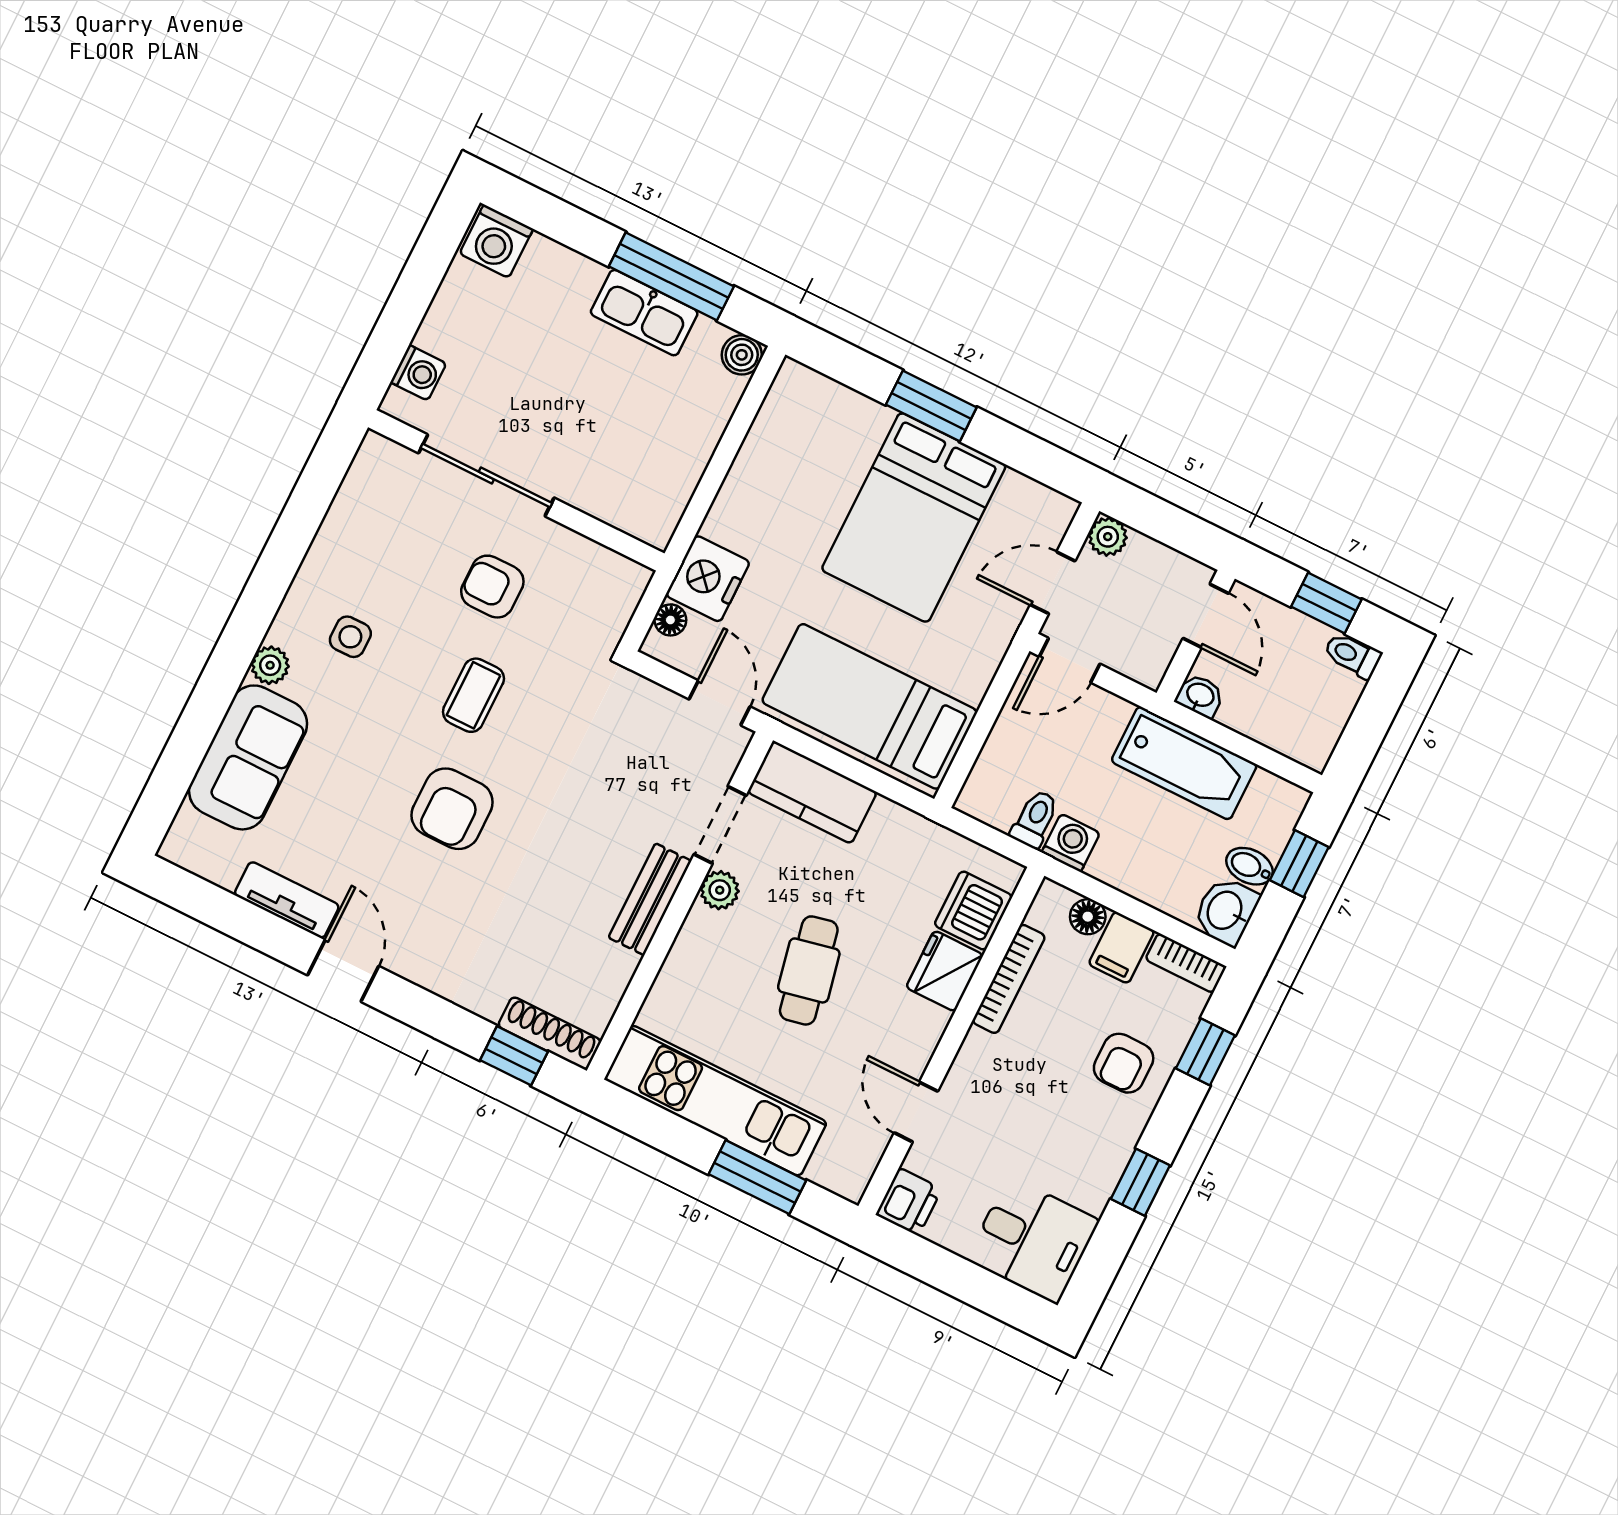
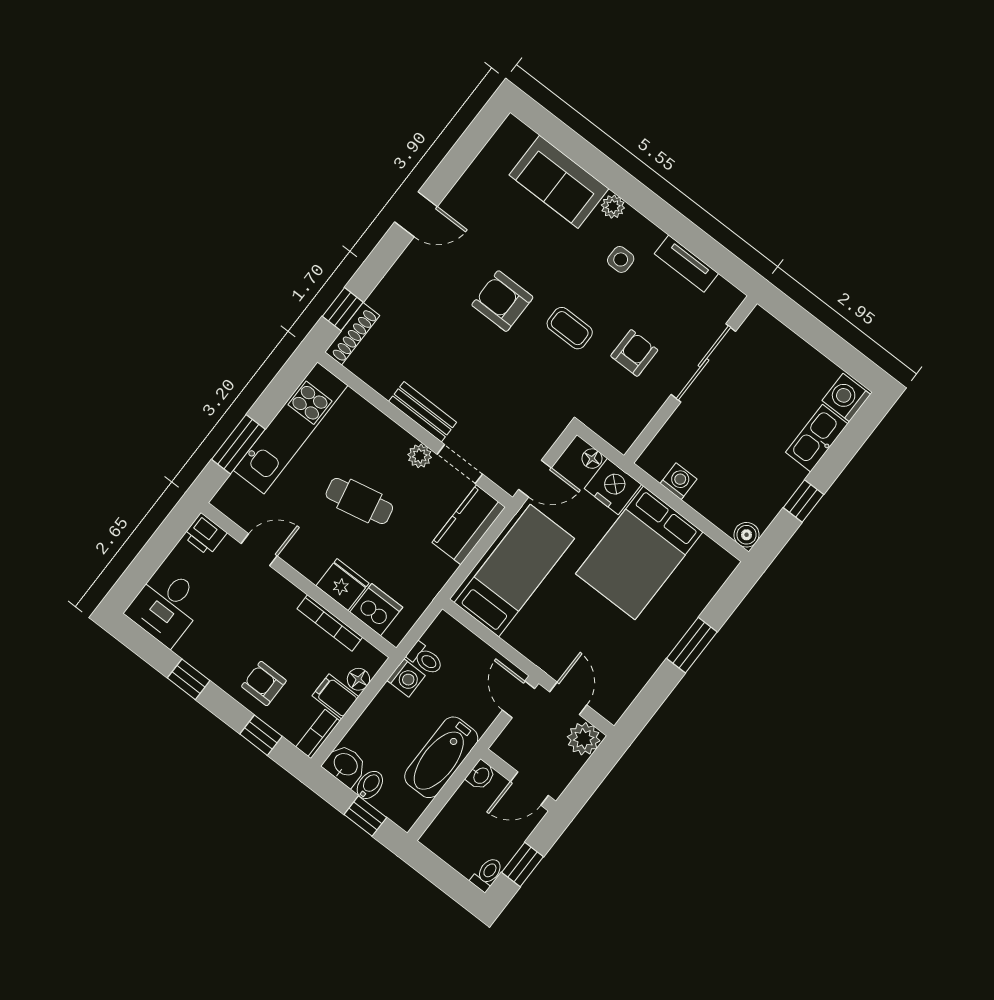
window: (671, 276) -> (803, 501), width x0.46
kitchen sink: (644, 313) -> (817, 438), moved
washing machine: (418, 373) -> (679, 481), moved, turned 180
bed: (914, 518) -> (639, 553), moved, turned -90
plant: (1108, 537) -> (584, 739), width x1.38, depth x1.38
tv unit: (287, 900) -> (686, 264), moved, turned 90

